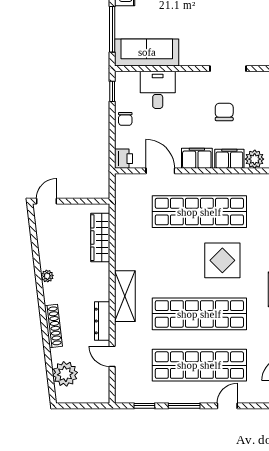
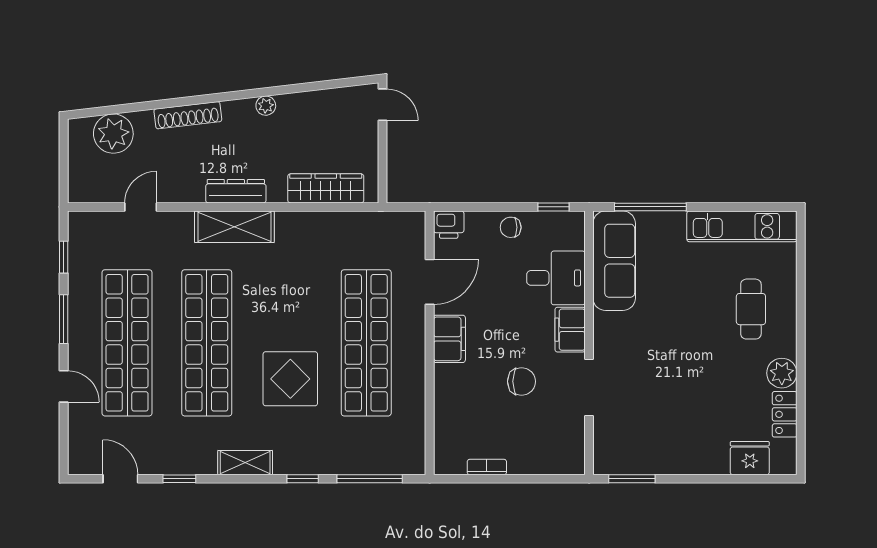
filing cabinet: (229, 159) -> (570, 330), moved, turned 180
plant: (255, 159) -> (448, 429), removed
dresser: (102, 321) -> (236, 191), moved

